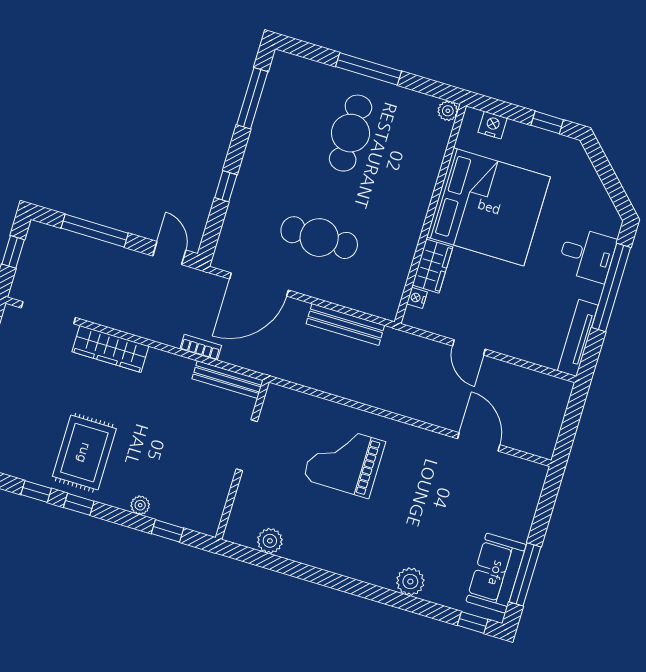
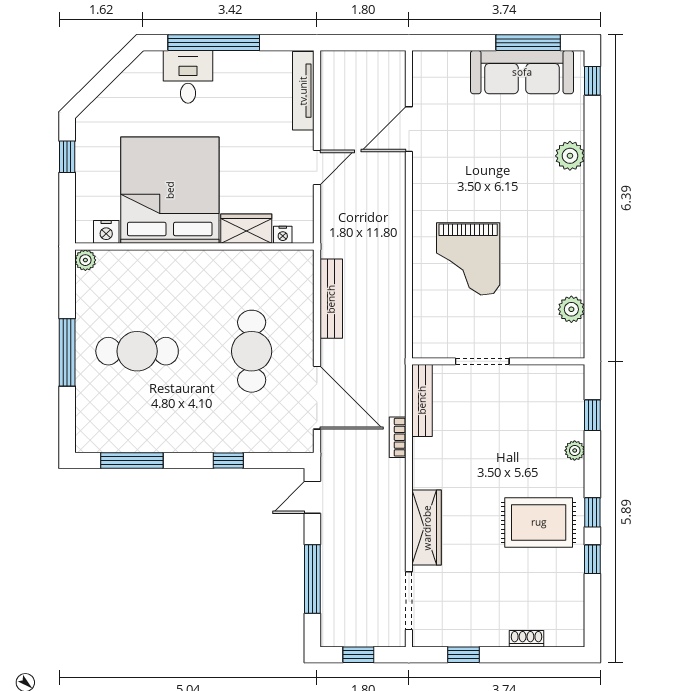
nightstand: (493, 125) -> (106, 232), moved, turned -90
tv unit: (578, 338) -> (303, 91), moved, turned 90
sofa: (496, 573) -> (522, 72), width x1.36

